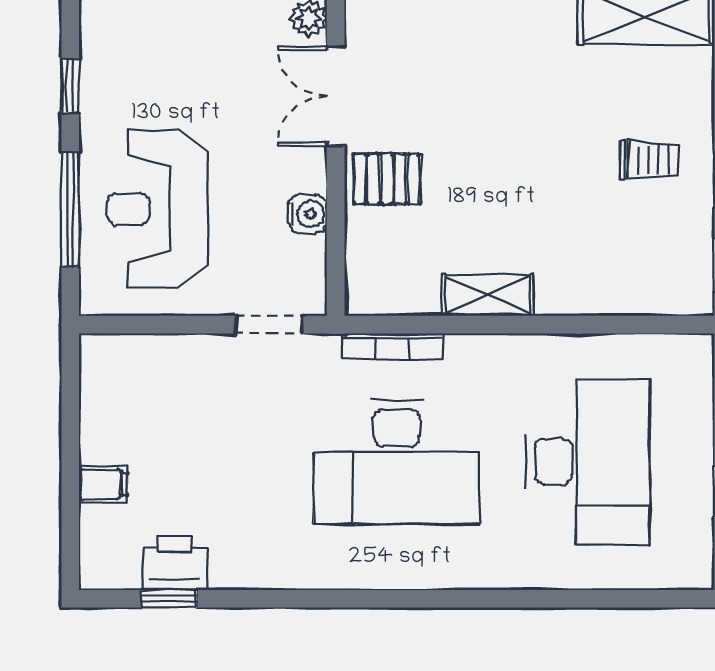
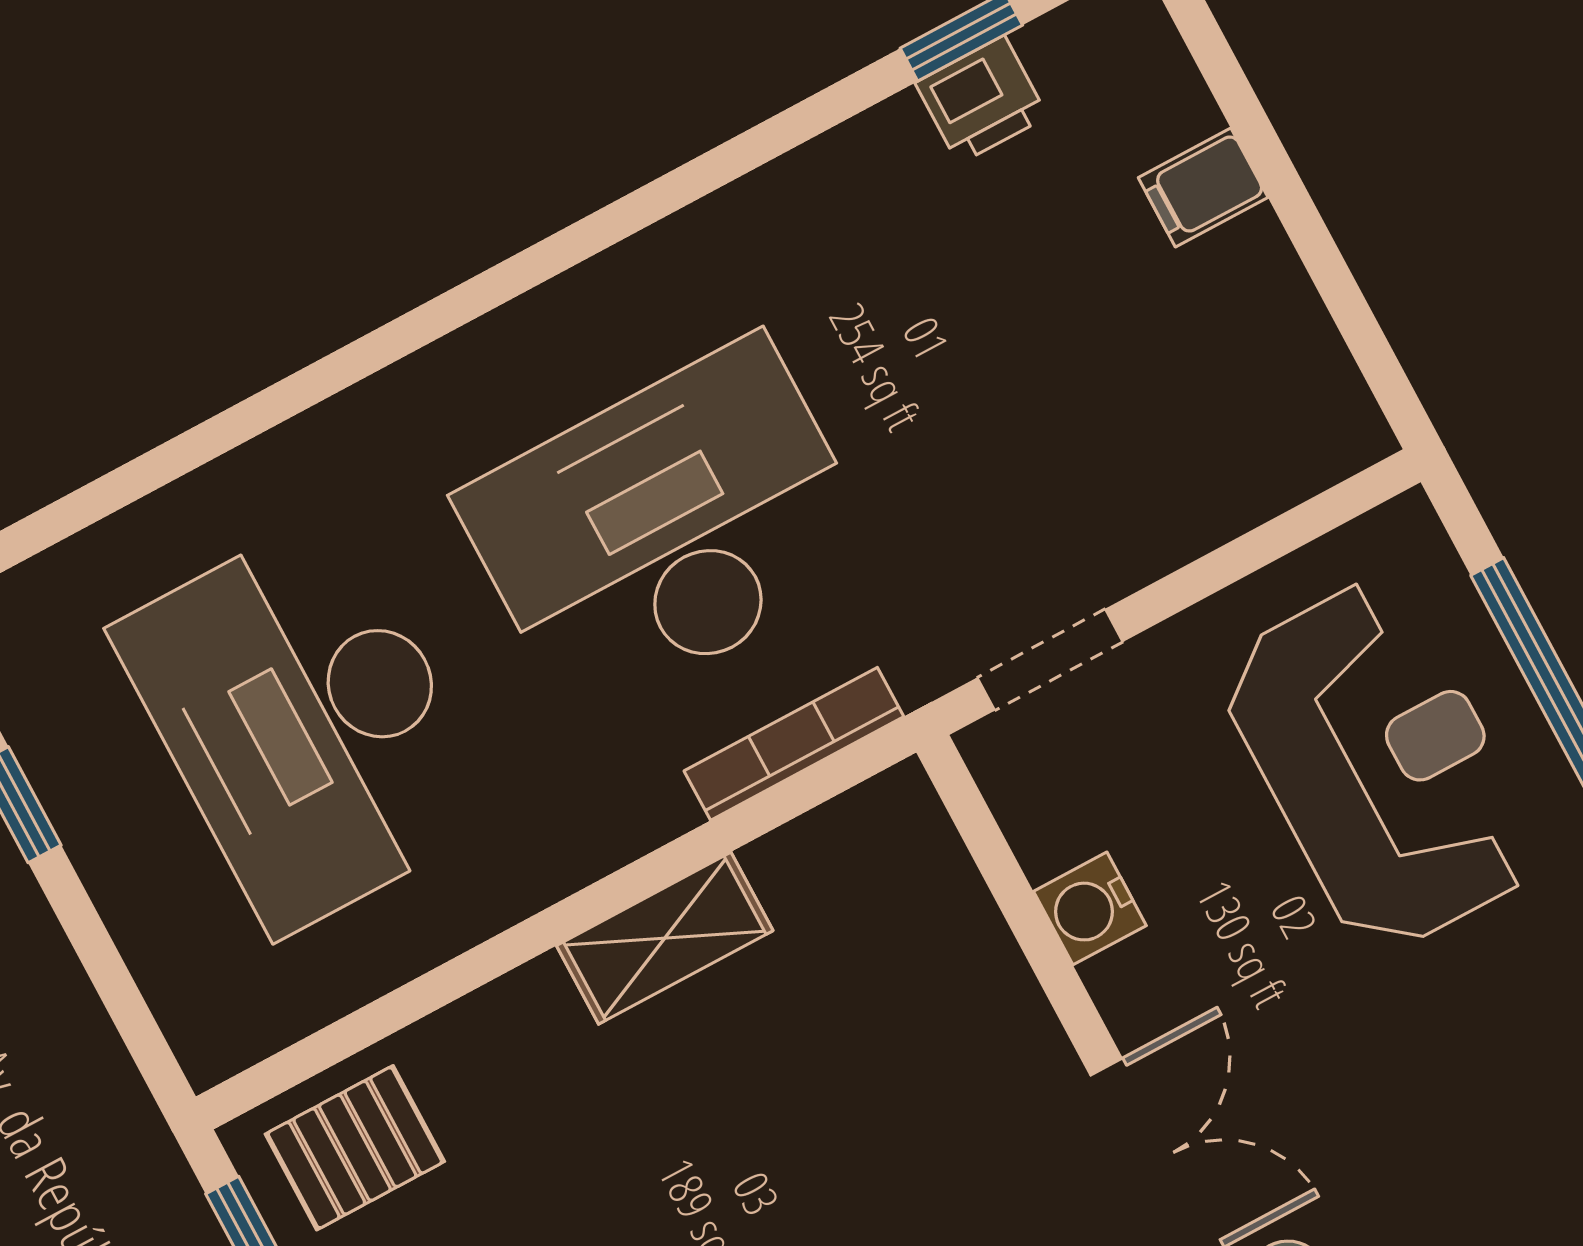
pallet: (387, 179) -> (355, 1148), moved
printer: (175, 563) -> (981, 100), width x0.73, depth x0.81

